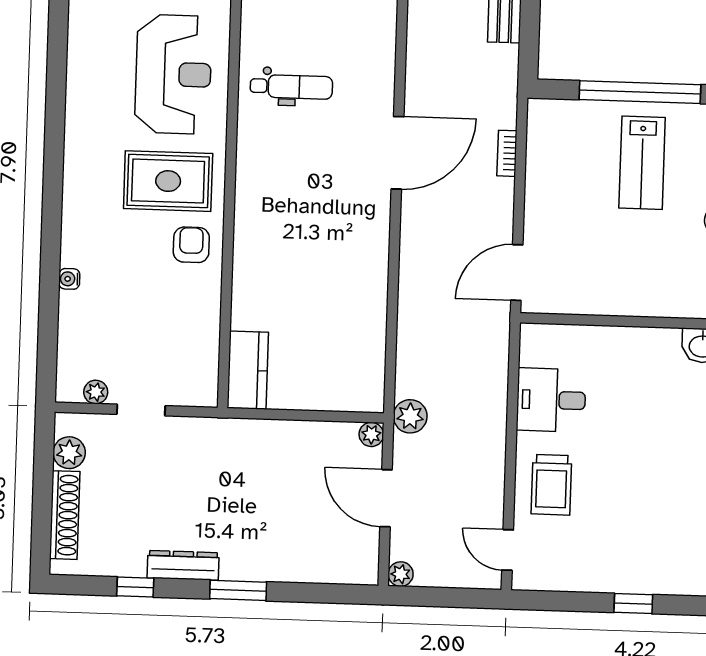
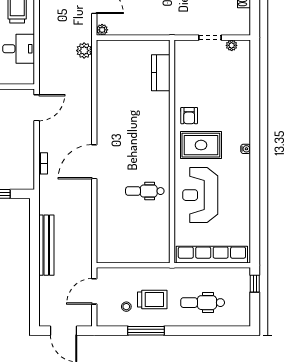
water cooler: (69, 279) -> (246, 149), moved
kitchen counter: (248, 370) -> (161, 73), moved
plant: (410, 416) -> (84, 51), moved
plant: (69, 453) -> (243, 17), removed

